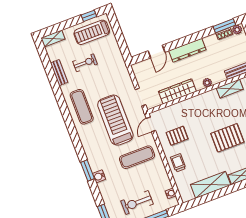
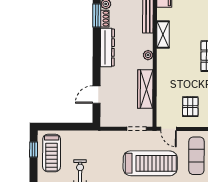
dresser: (187, 50) -> (107, 47), moved
door: (157, 52) -> (96, 95), swing flipped
treadmill: (115, 120) -> (150, 163), turned 180

